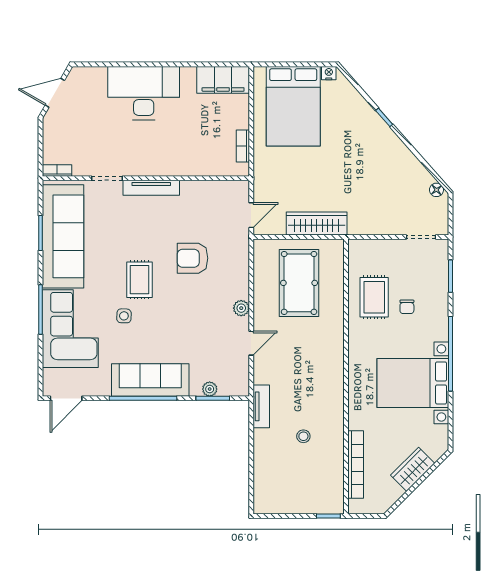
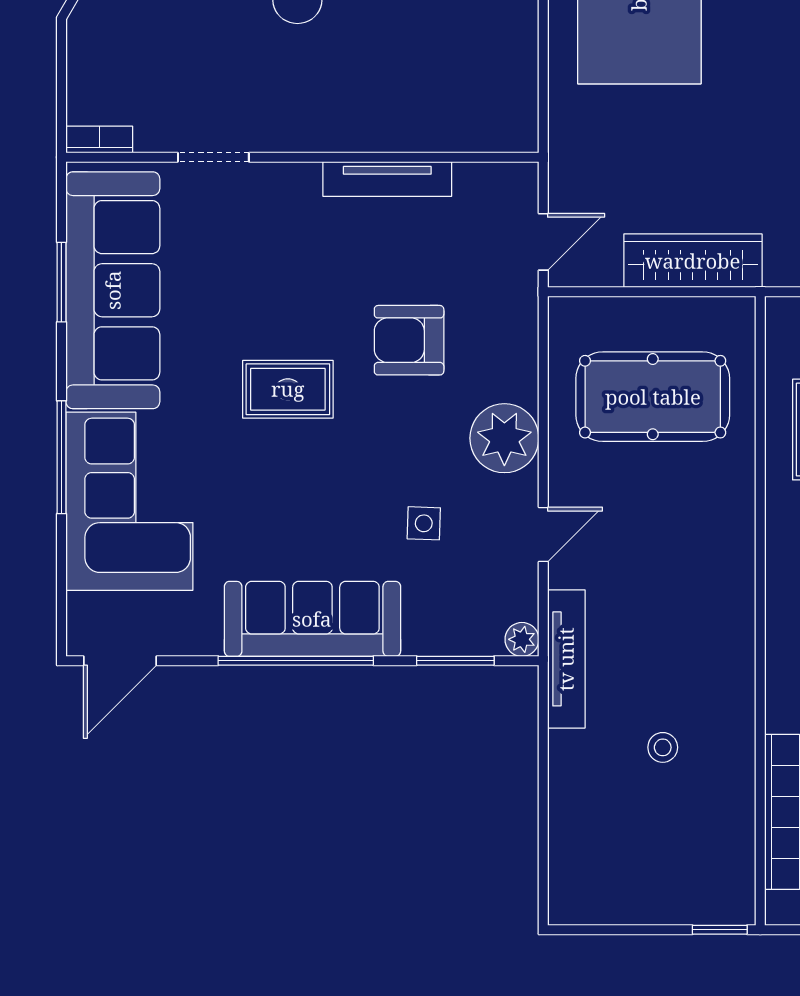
bookcase: (243, 146) -> (524, 84), removed
tv unit: (151, 188) -> (387, 179), moved
rug: (140, 280) -> (288, 389), turned 90
pool table: (299, 283) -> (653, 397), turned 90
plant: (241, 308) -> (504, 438), width x1.87, depth x1.87
side table: (124, 316) -> (424, 523), moved
plant: (210, 389) -> (522, 639), moved
tv unit: (261, 406) -> (566, 659), width x1.41

